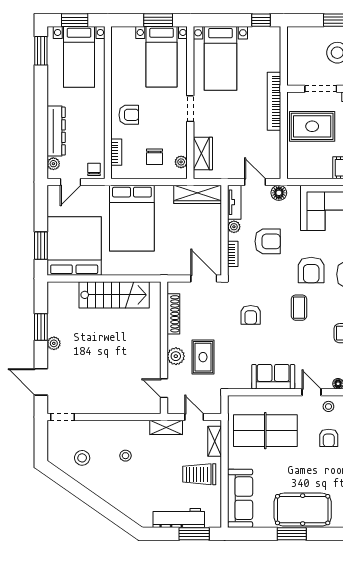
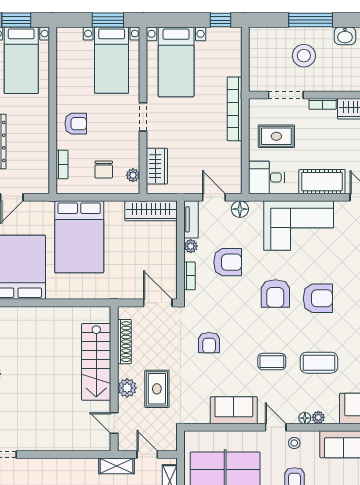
rug: (312, 126) -> (276, 136), width x0.73, depth x0.70
desk: (303, 164) -> (266, 177), added
chair: (94, 169) -> (38, 183), removed
stairs: (114, 295) -> (96, 362), moved, turned 90
coffee table: (299, 308) -> (272, 362), moved, turned 90

